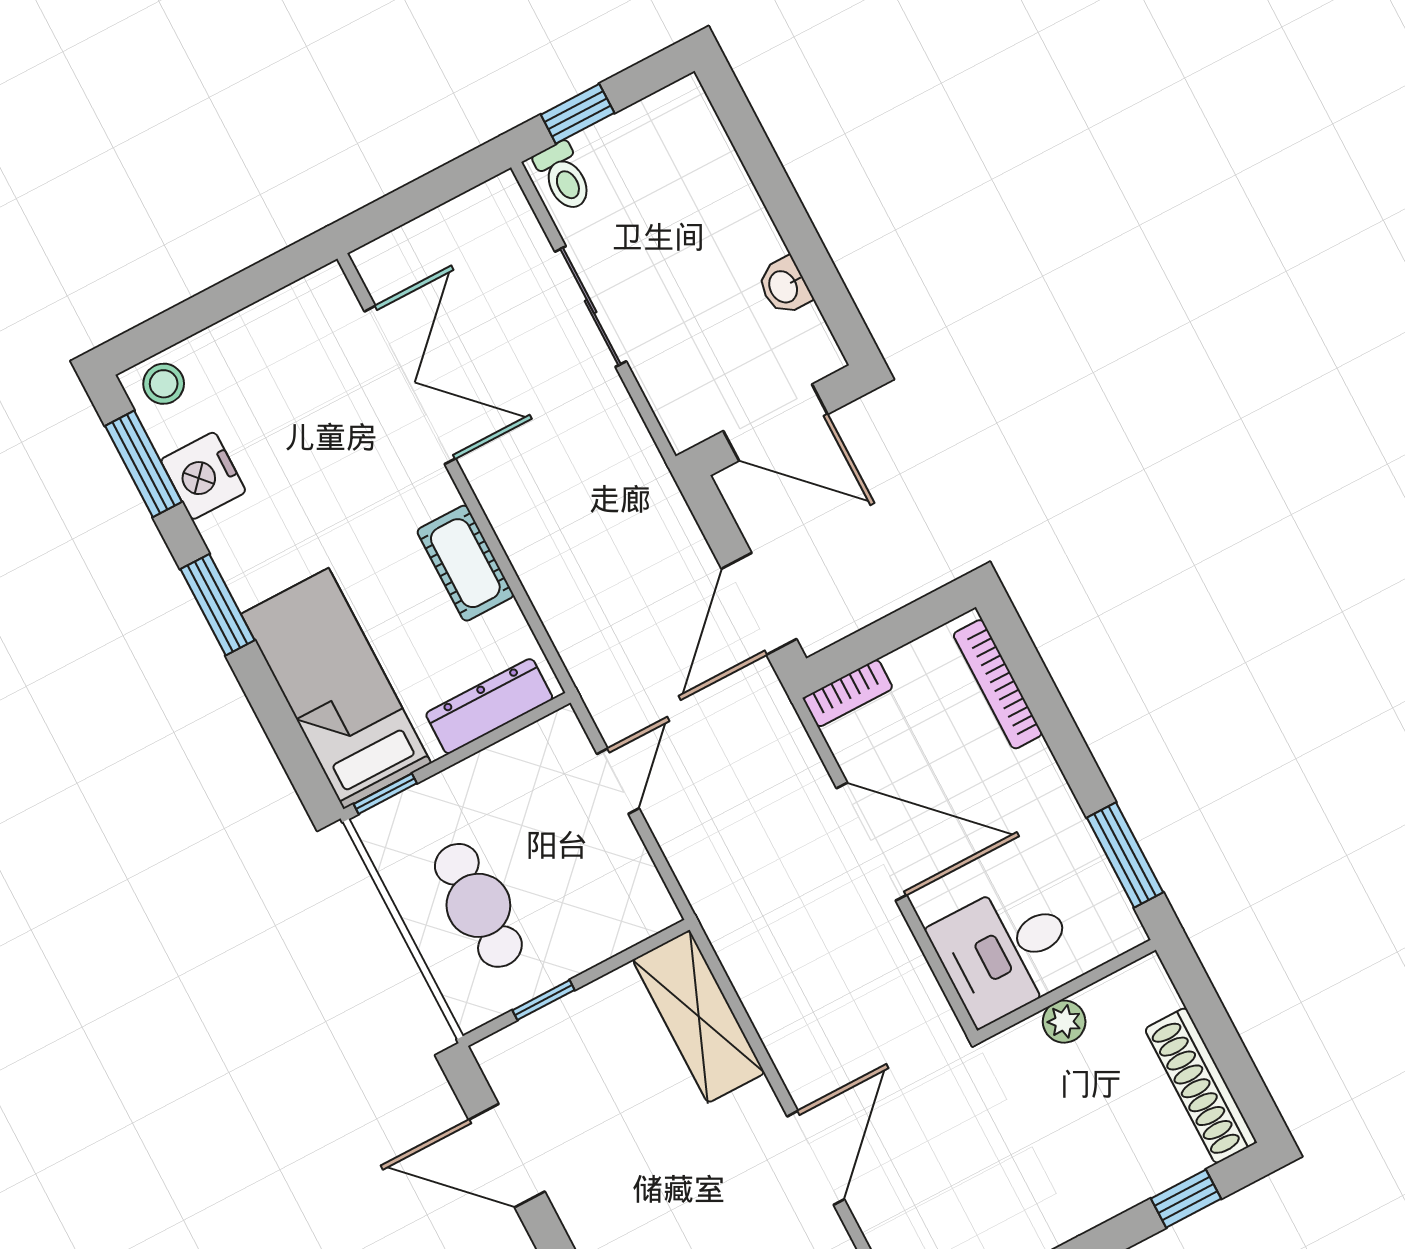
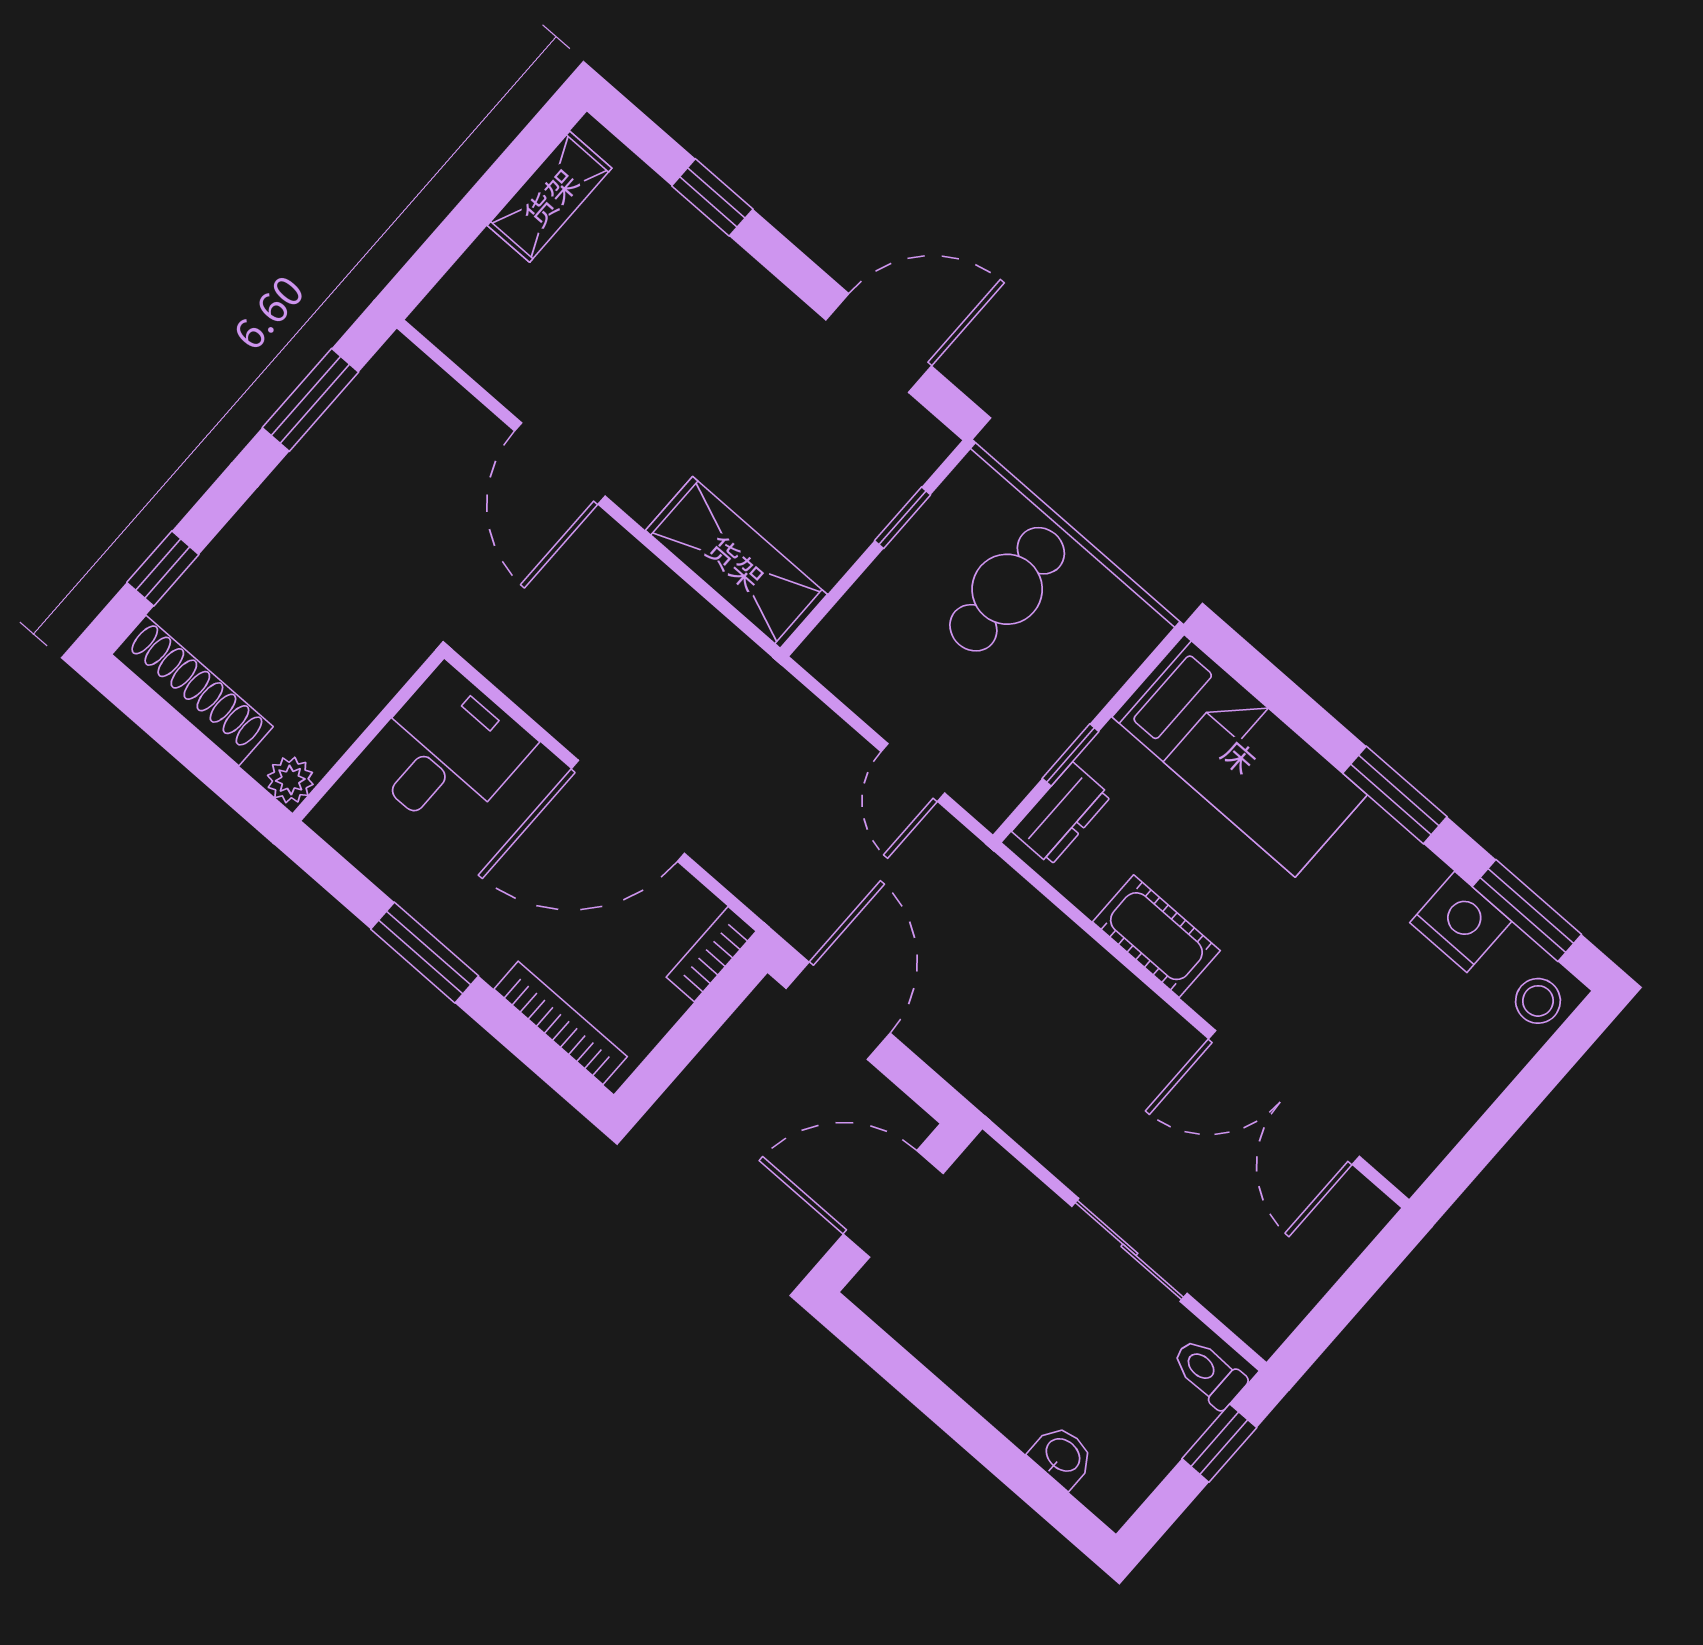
washbasin: (784, 286) -> (1062, 1456), moved
dresser: (489, 706) -> (1062, 814), width x0.70
window: (385, 794) -> (1070, 755), moved
window: (1125, 855) -> (425, 953), moved
cafe table: (478, 905) -> (1007, 589), turned 90
plant: (1064, 1022) -> (290, 780), moved

